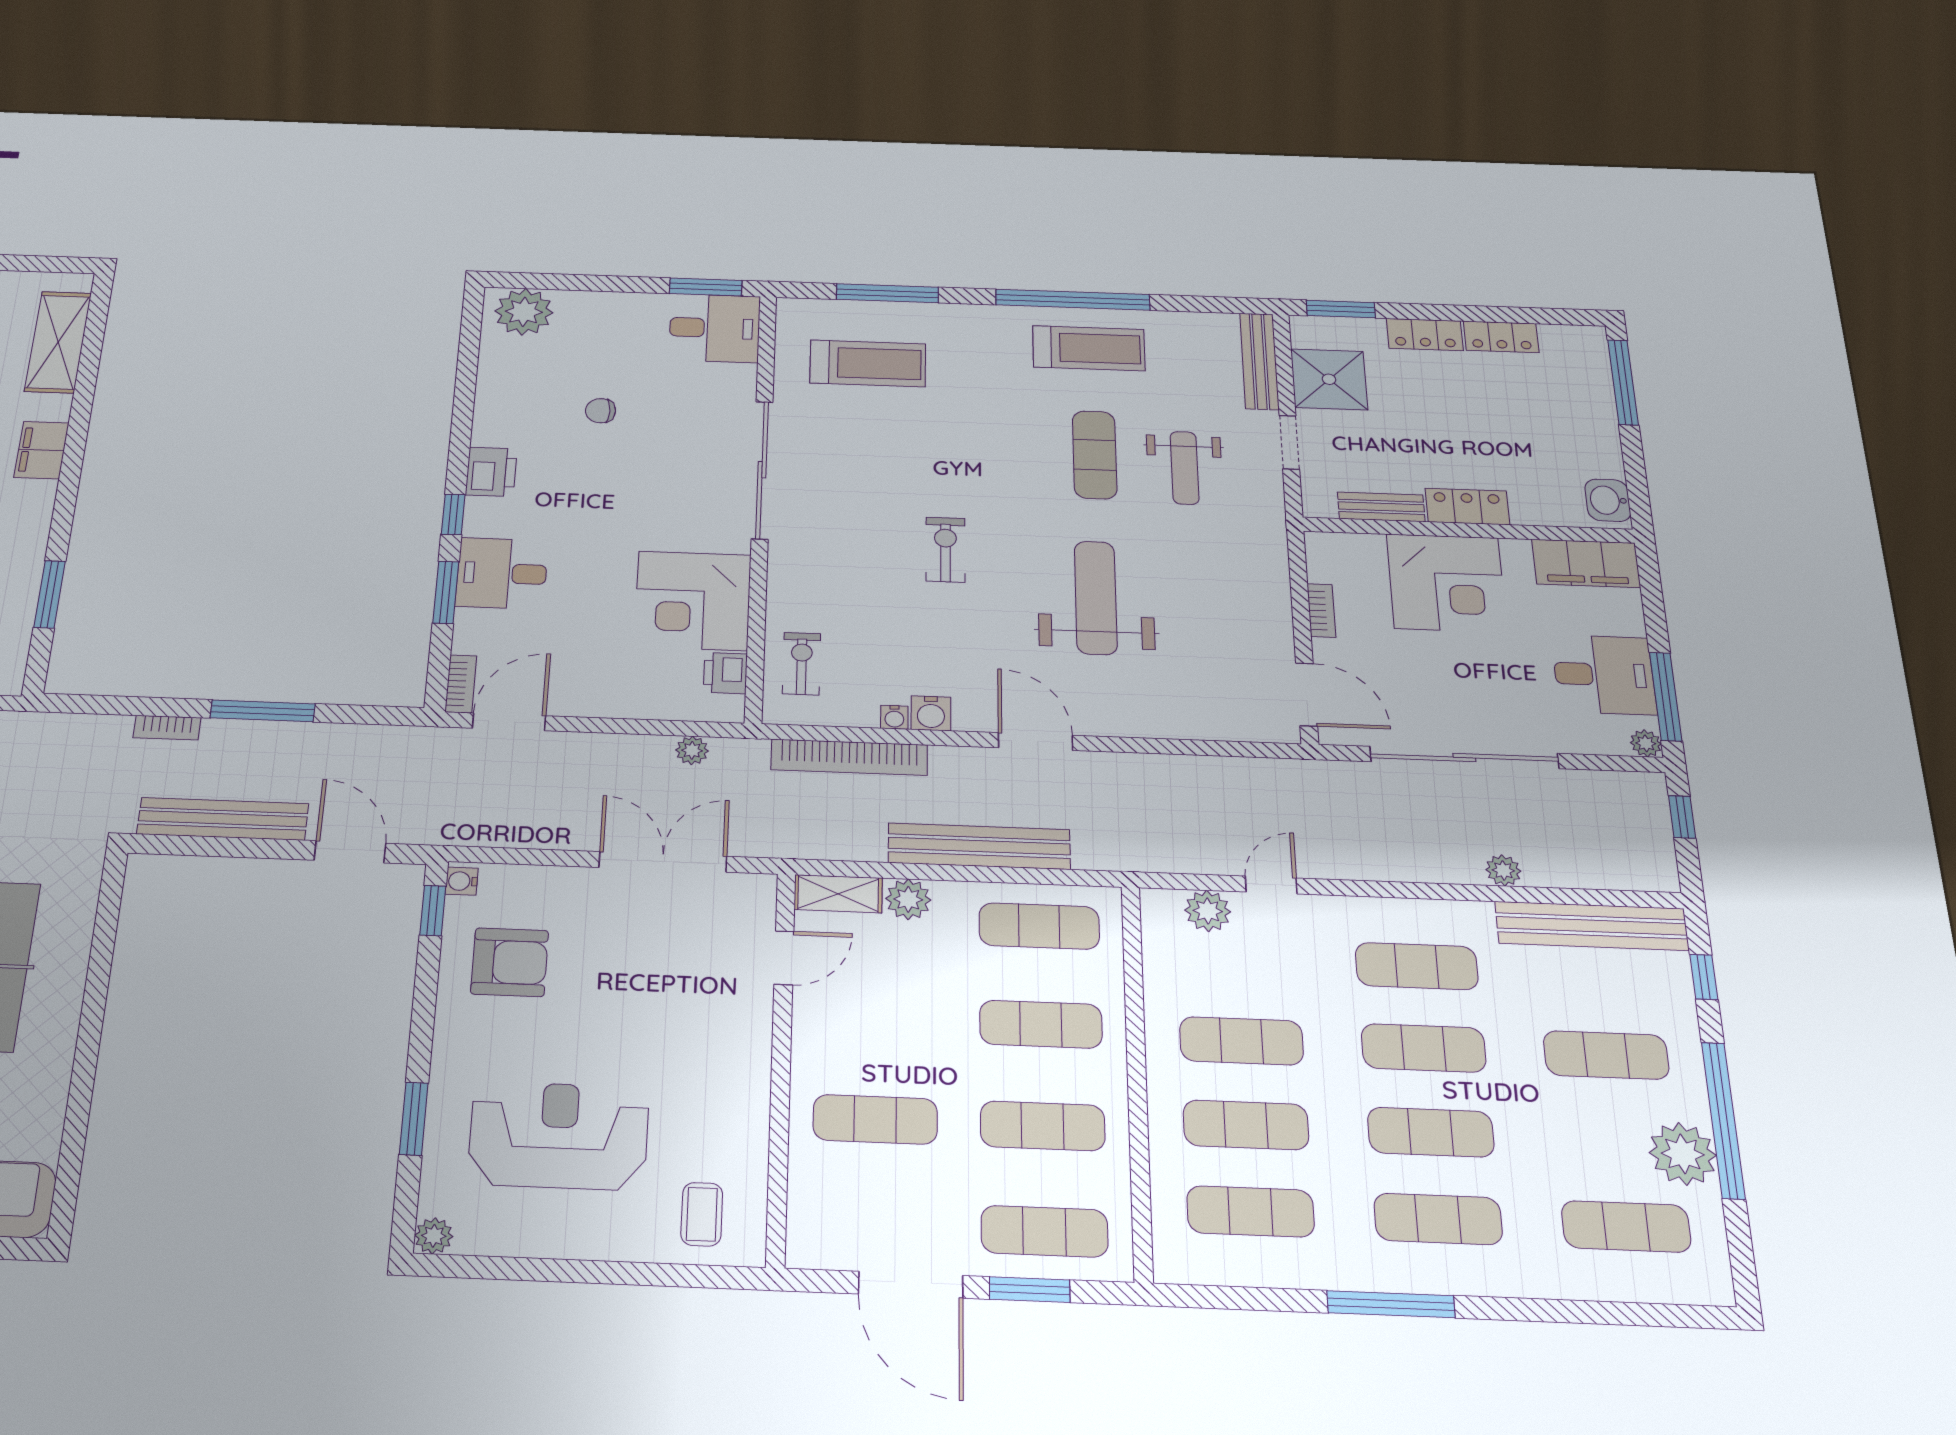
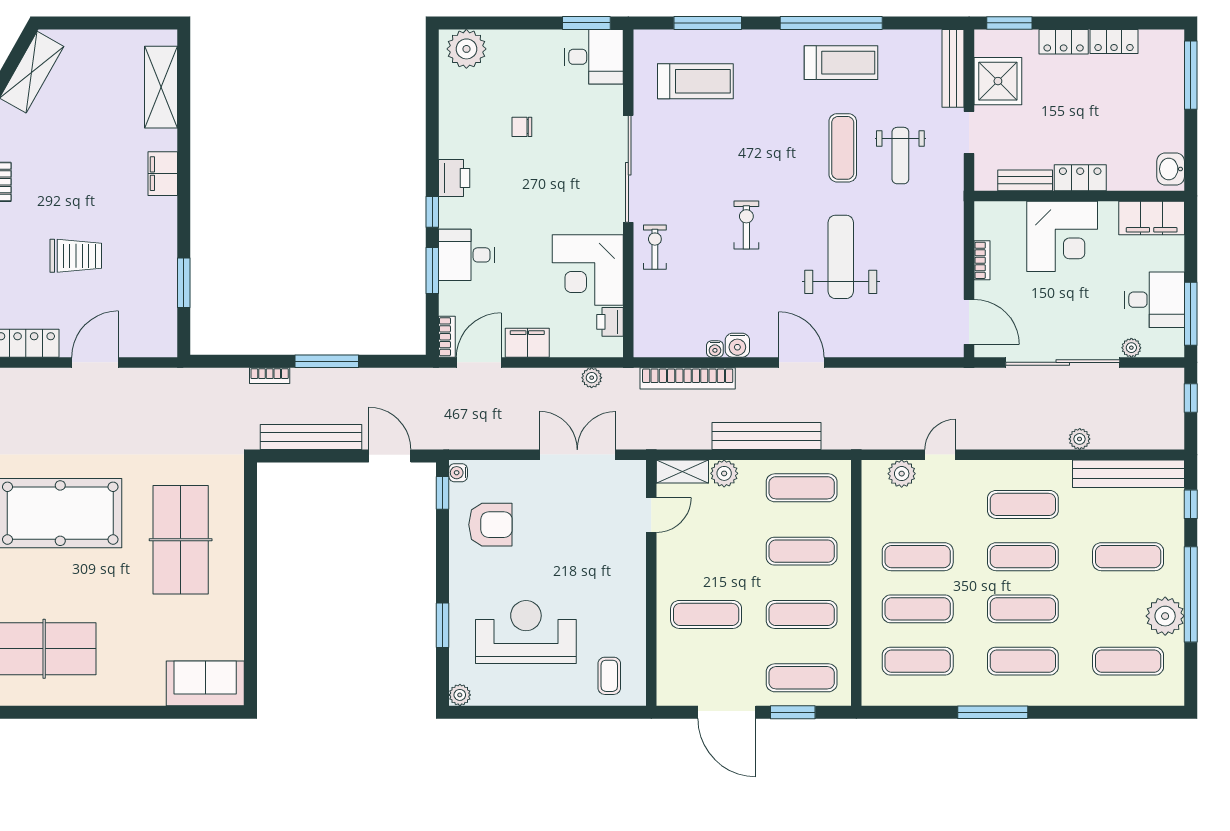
exercise bike: (802, 664) -> (655, 247), moved
filing cabinet: (590, 697) -> (527, 343), added
plant: (1646, 743) -> (1131, 348), moved

